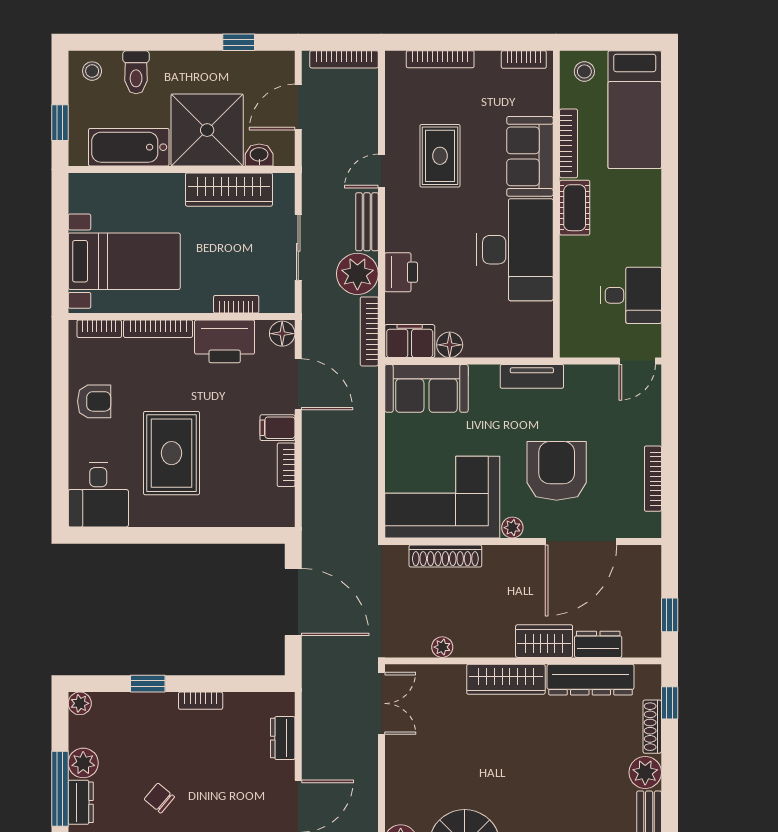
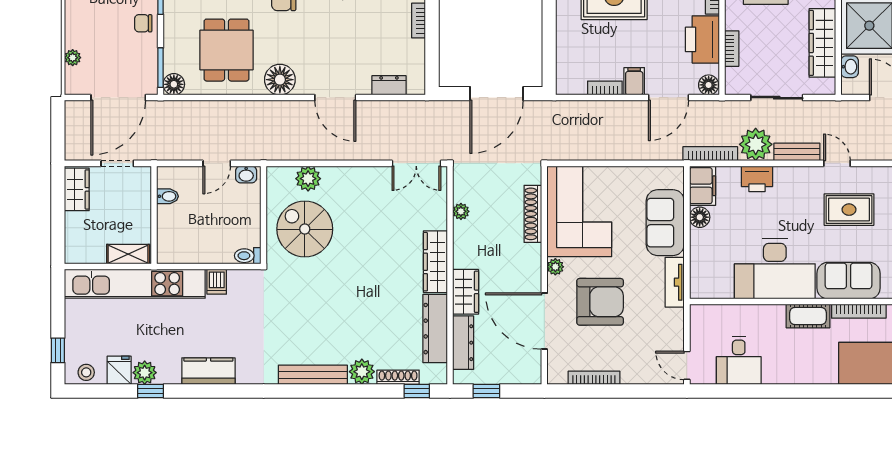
sofa: (426, 388) -> (665, 223), moved
dresser: (598, 644) -> (463, 343), width x1.44

